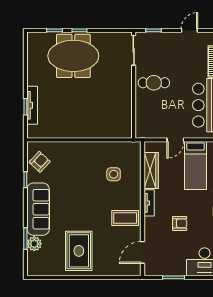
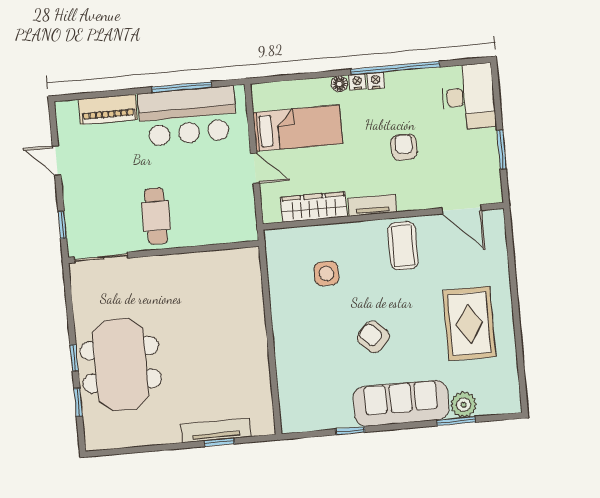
armchair: (40, 162) -> (373, 337), moved
rug: (79, 251) -> (469, 324), turned 90

